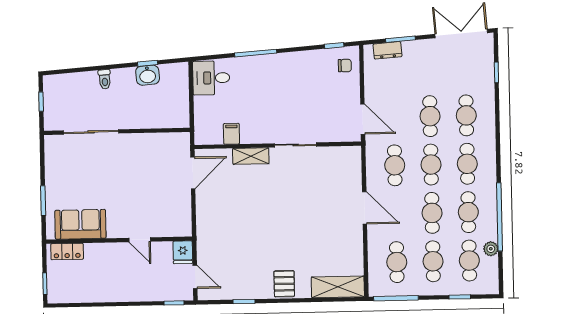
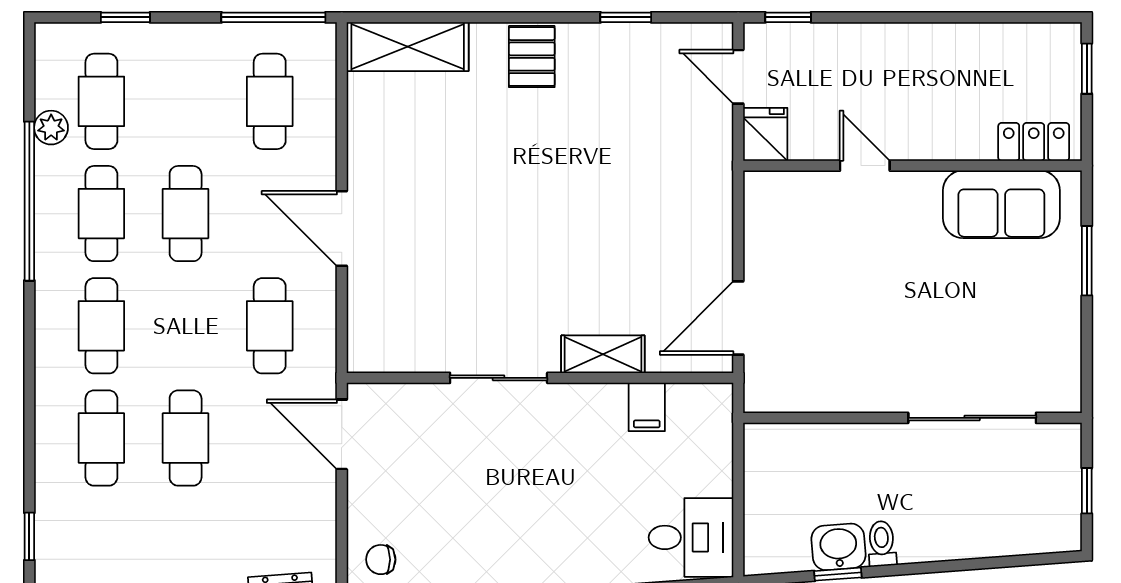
toilet: (105, 79) -> (882, 544), moved
cafe table: (431, 165) -> (186, 326), removed
cafe table: (433, 261) -> (186, 101), removed

